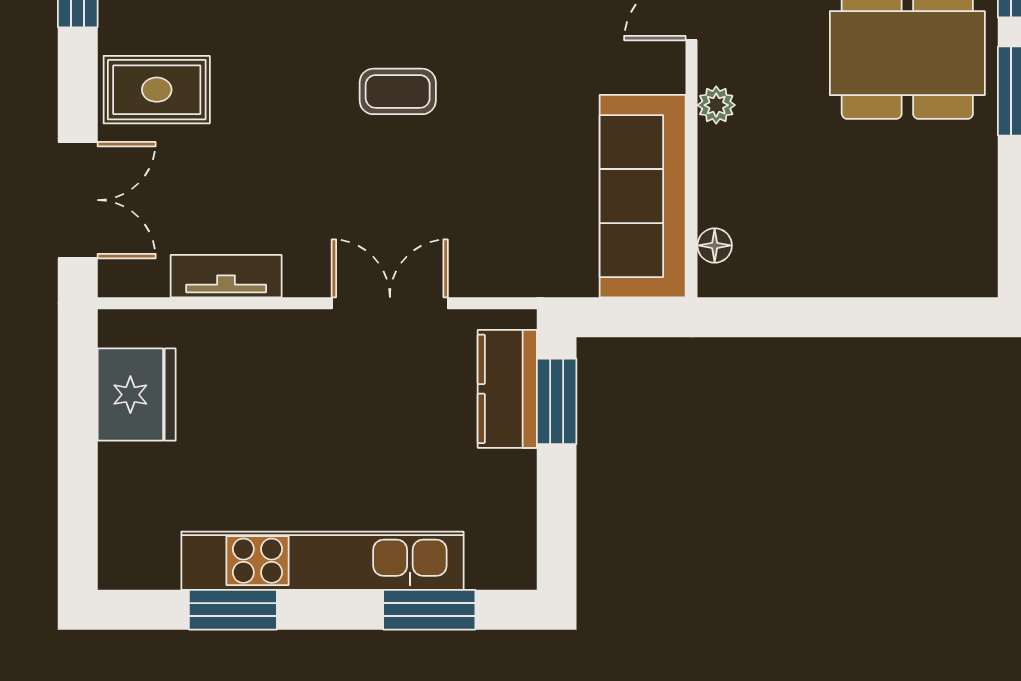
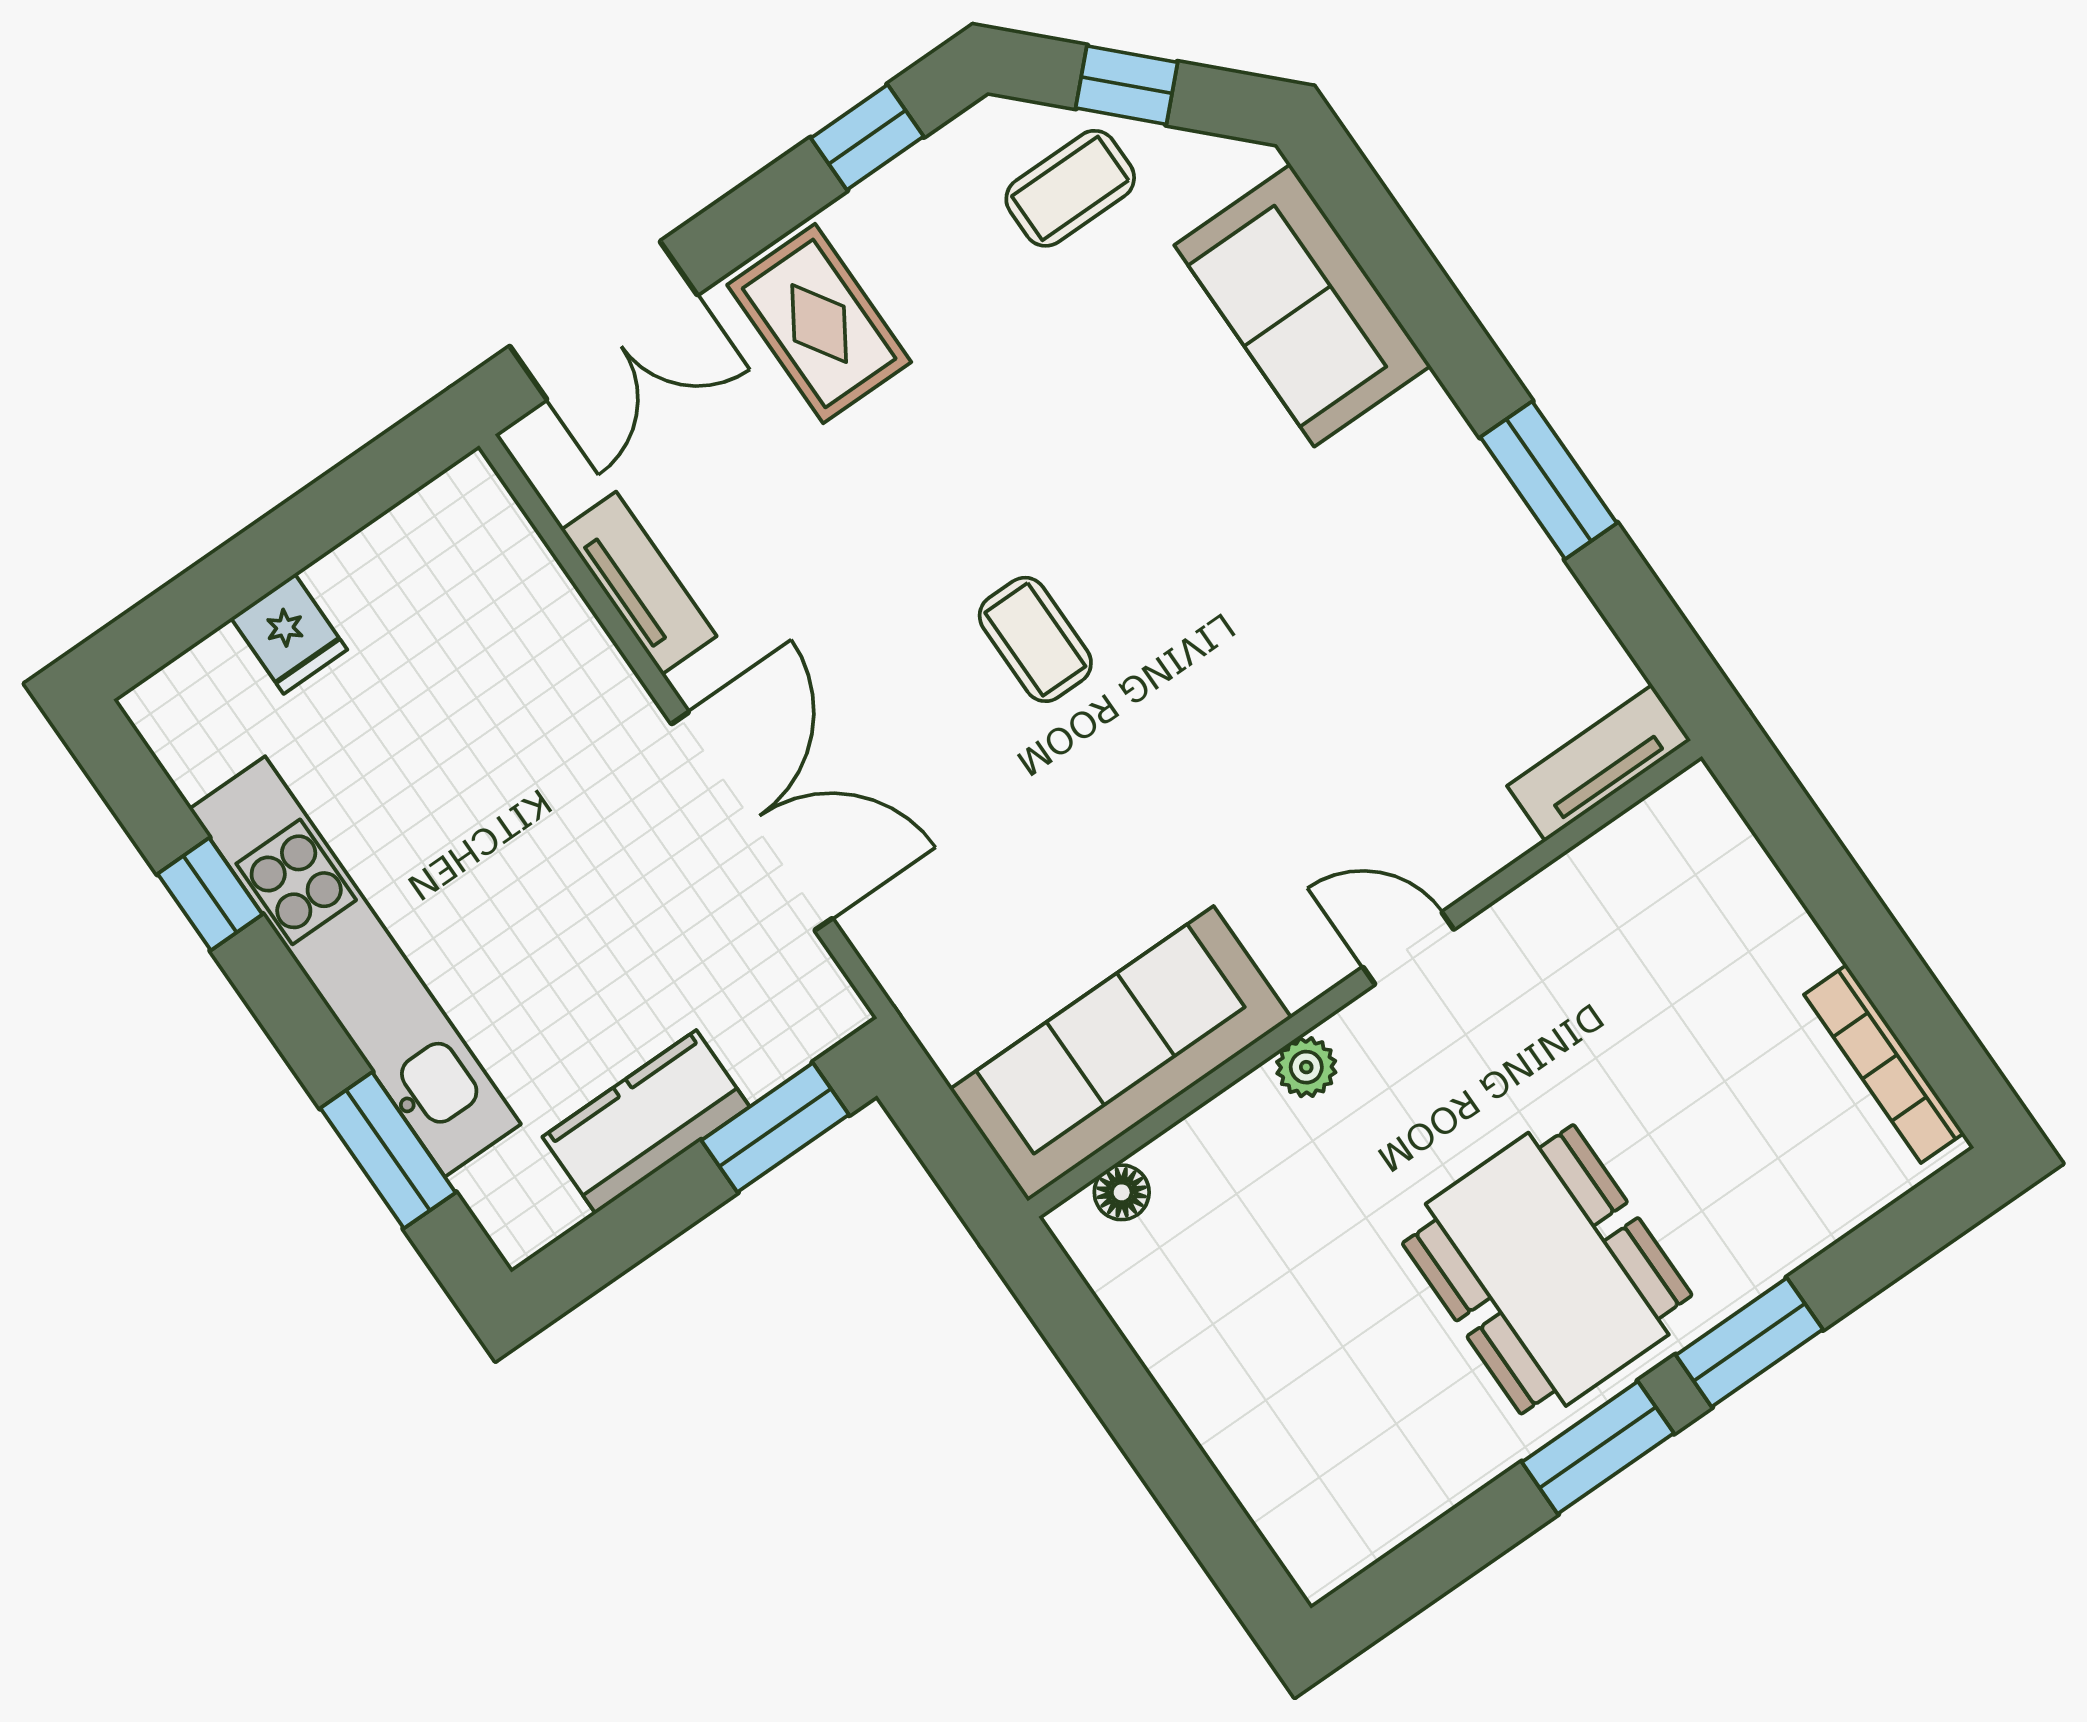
double door: (390, 303) -> (752, 821), width x1.37
kitchen counter: (507, 389) -> (646, 1122), moved
fridge: (137, 395) -> (289, 634), moved, width x0.53, depth x0.75
window: (233, 610) -> (210, 894), width x0.67

